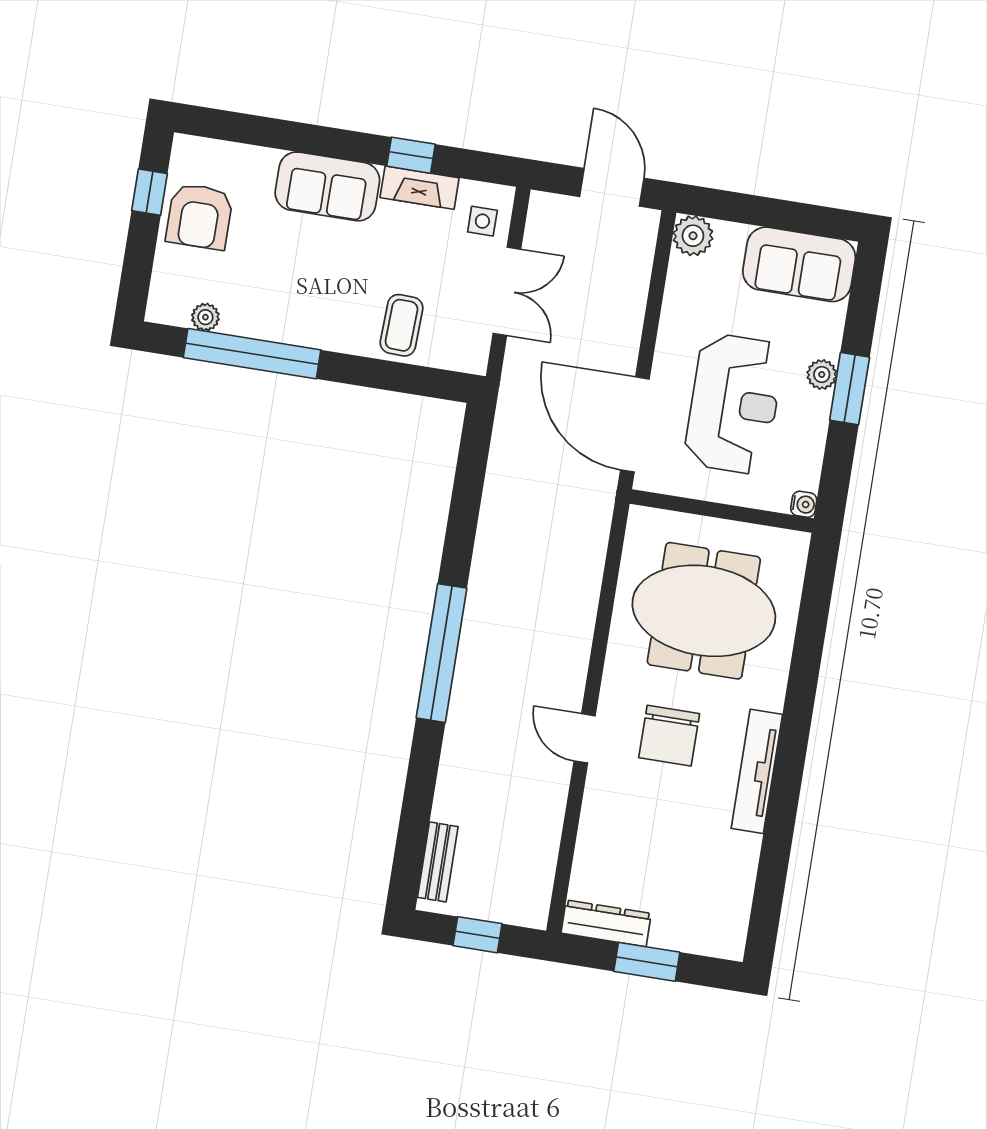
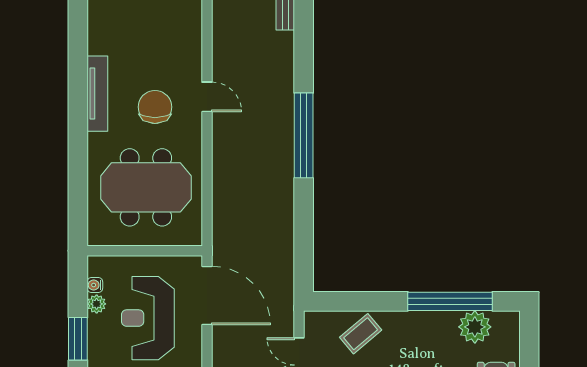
plant: (205, 317) -> (475, 327), width x1.88, depth x1.88
coffee table: (402, 325) -> (361, 334), turned 48
plant: (822, 374) -> (97, 304), moved
water cooler: (804, 504) -> (95, 285), moved

